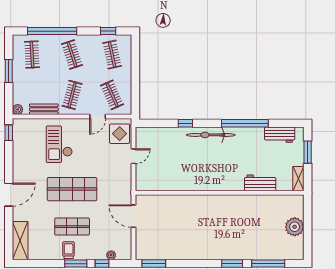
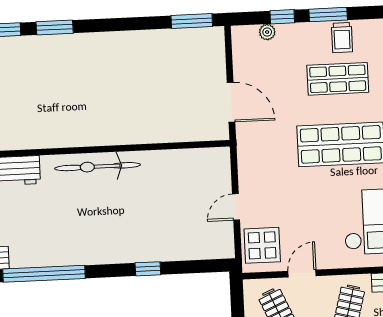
bicycle: (211, 135) -> (98, 167), moved, turned 180

